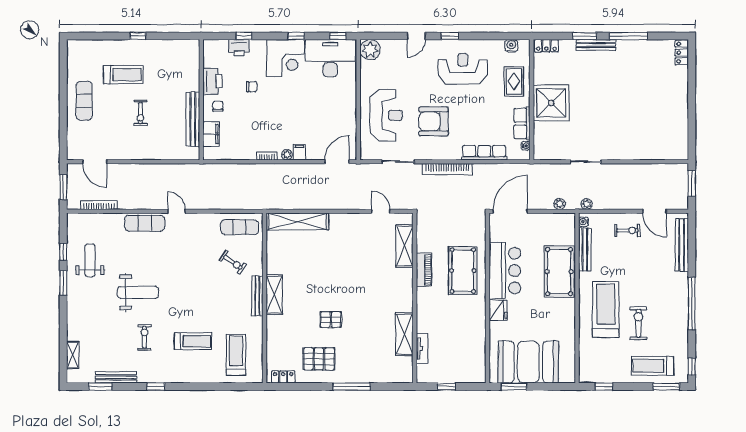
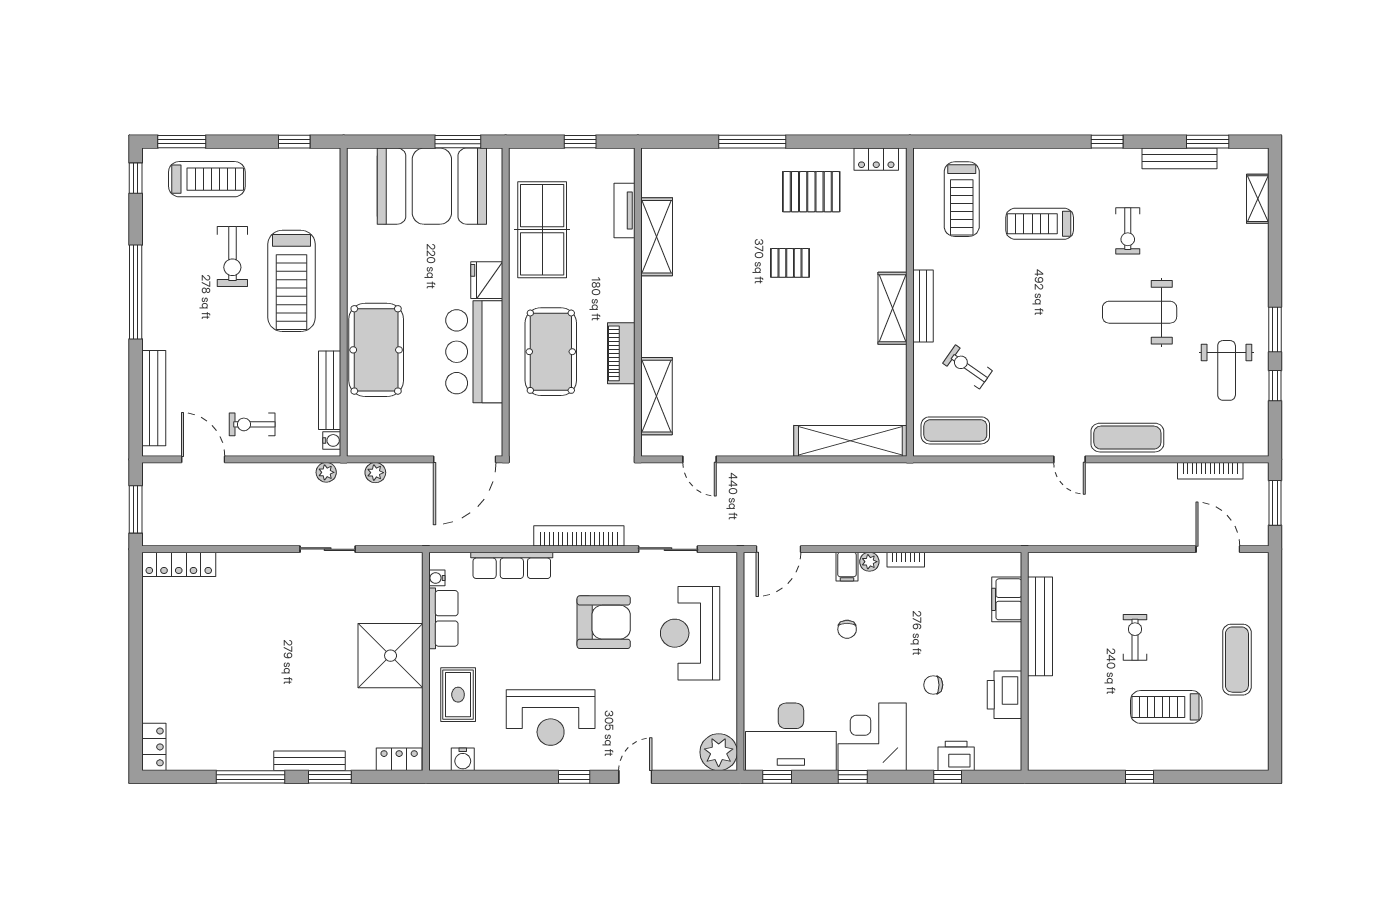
chair: (218, 106) -> (847, 629), moved
locker: (668, 153) -> (179, 564), added
table tennis table: (468, 338) -> (542, 230), added

